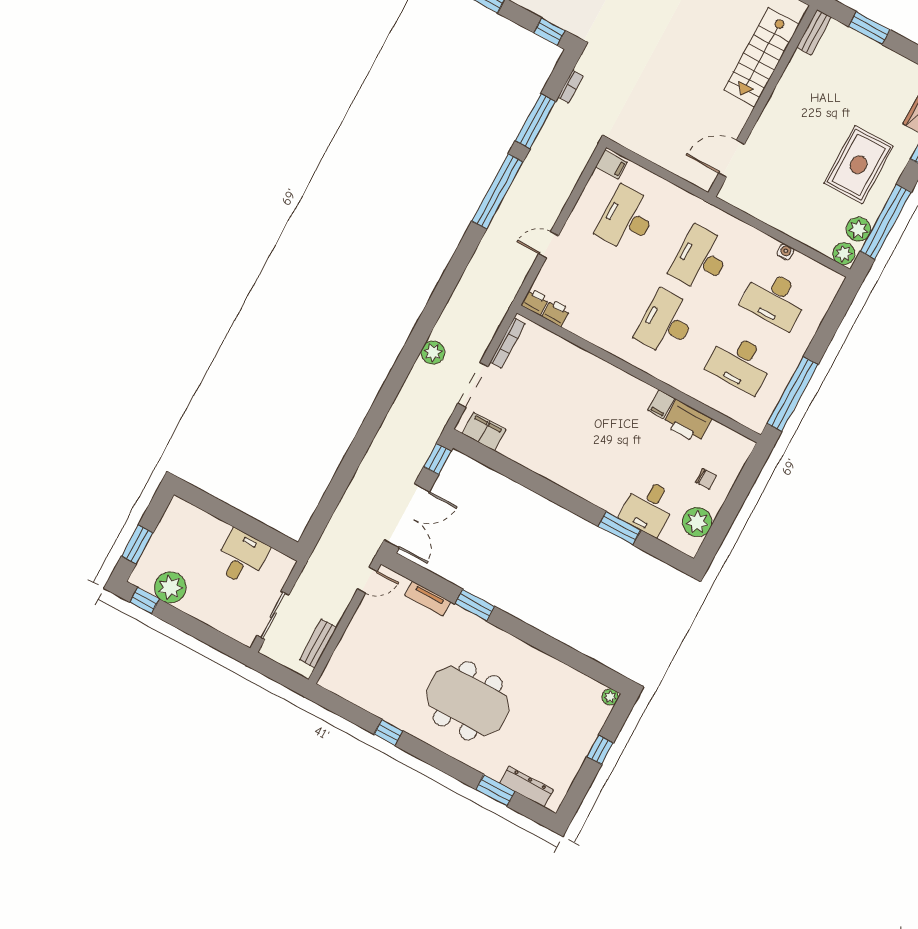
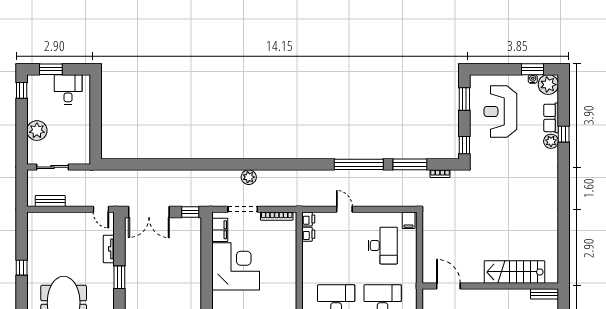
desk: (627, 219) -> (383, 246), turned 90
corner desk: (546, 437) -> (236, 266), added
desk: (242, 557) -> (68, 89), moved, turned -90
plant: (170, 587) -> (37, 131), moved

